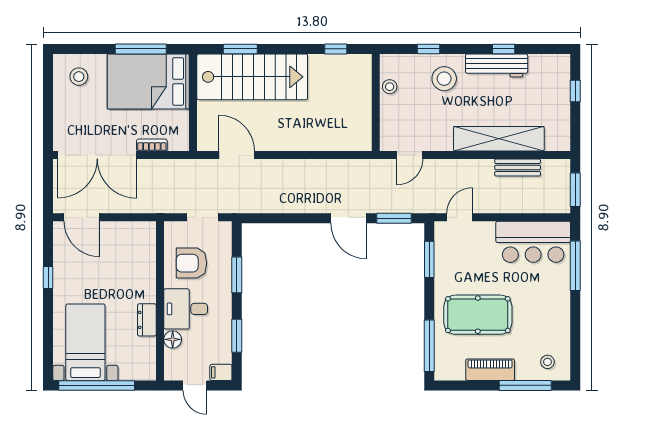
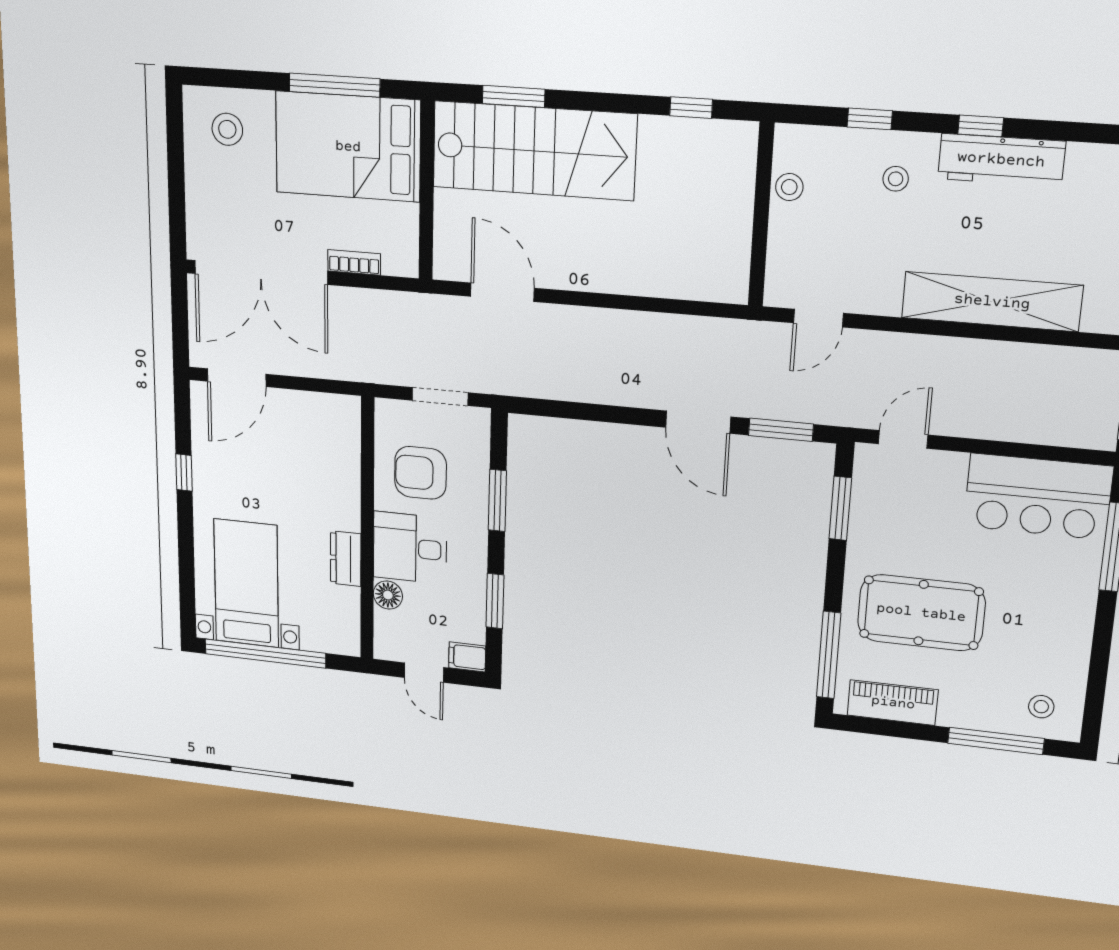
window: (504, 49) -> (981, 126), moved
stool: (444, 79) -> (896, 179), width x0.53, depth x0.53
bench: (518, 168) -> (1022, 359), removed
door: (82, 217) -> (237, 378), hinge flipped
piano: (490, 370) -> (893, 703), moved

